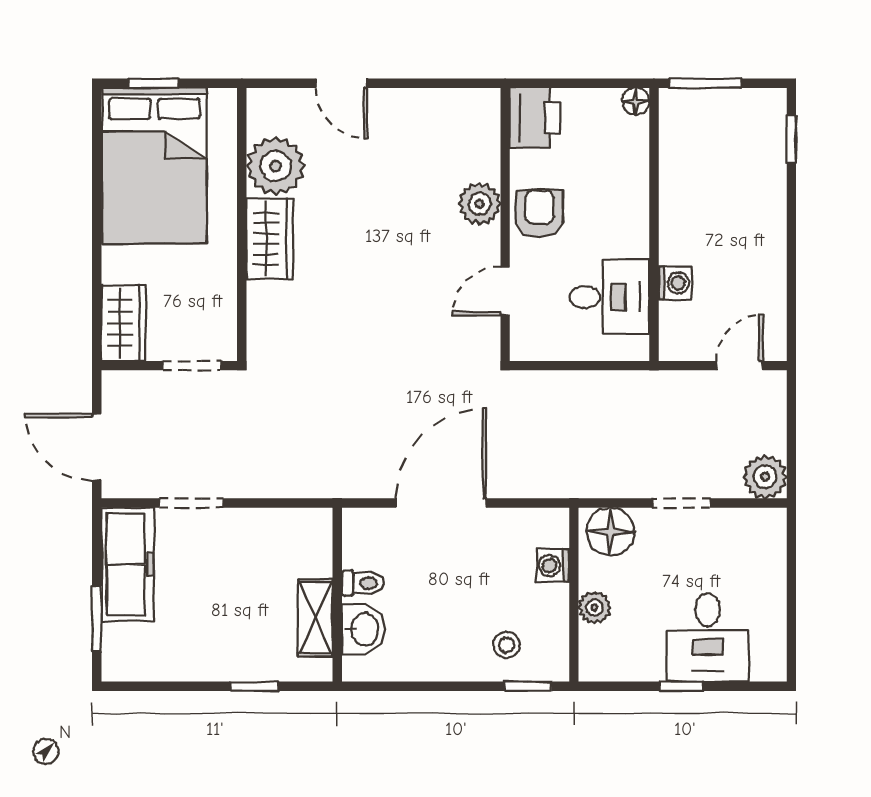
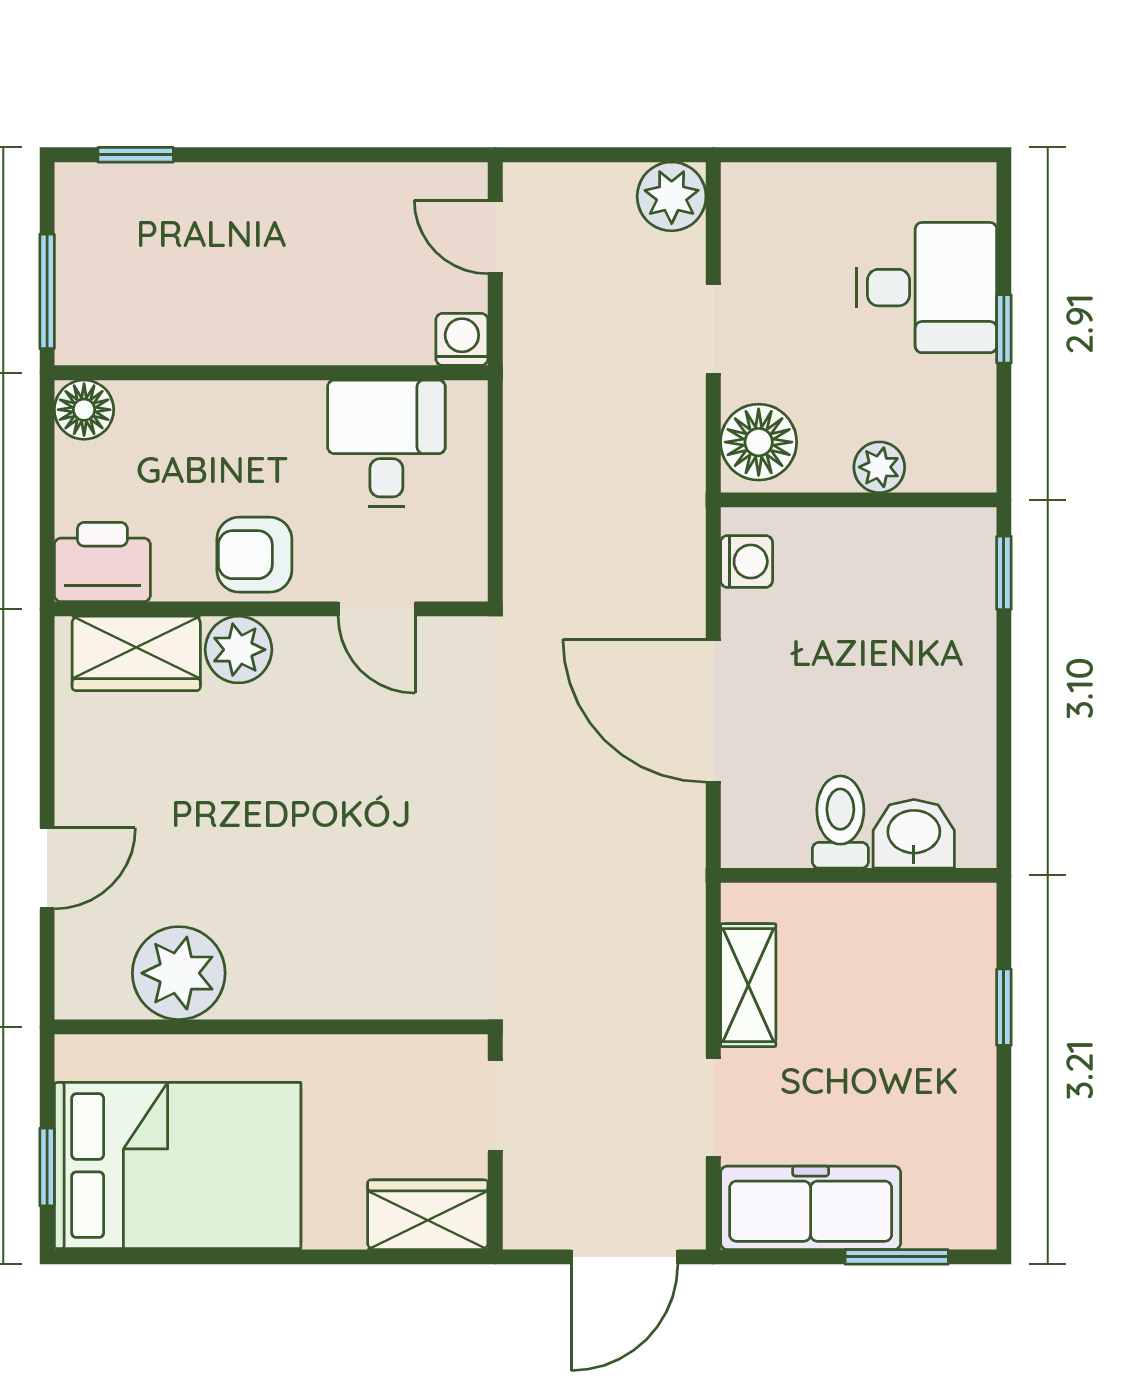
floor lamp: (636, 101) -> (84, 410), width x1.37, depth x1.37
wardrobe: (270, 239) -> (136, 653), moved, turned 180
washing machine: (675, 283) -> (462, 339), moved
washing machine: (553, 565) -> (747, 561), moved, turned -90
toilet: (363, 583) -> (840, 822), width x1.37, depth x1.39
shelving: (315, 618) -> (748, 985), moved, turned 90
stool: (507, 645) -> (938, 607), removed

